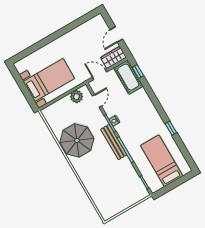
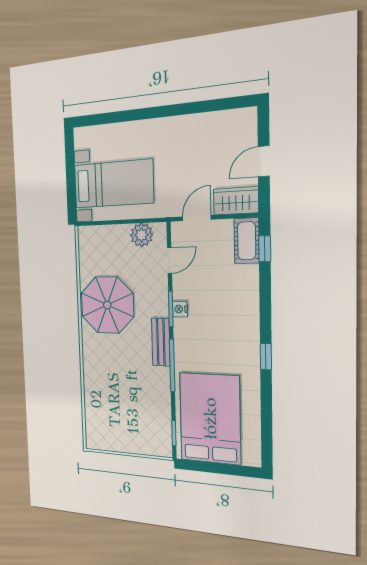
door: (99, 75) -> (197, 218), hinge flipped
cot: (128, 77) -> (247, 241), width x0.73, depth x0.75
window: (171, 128) -> (266, 357), moved
bench: (114, 142) -> (161, 342), width x0.73
bed: (162, 161) -> (210, 418), width x1.50

